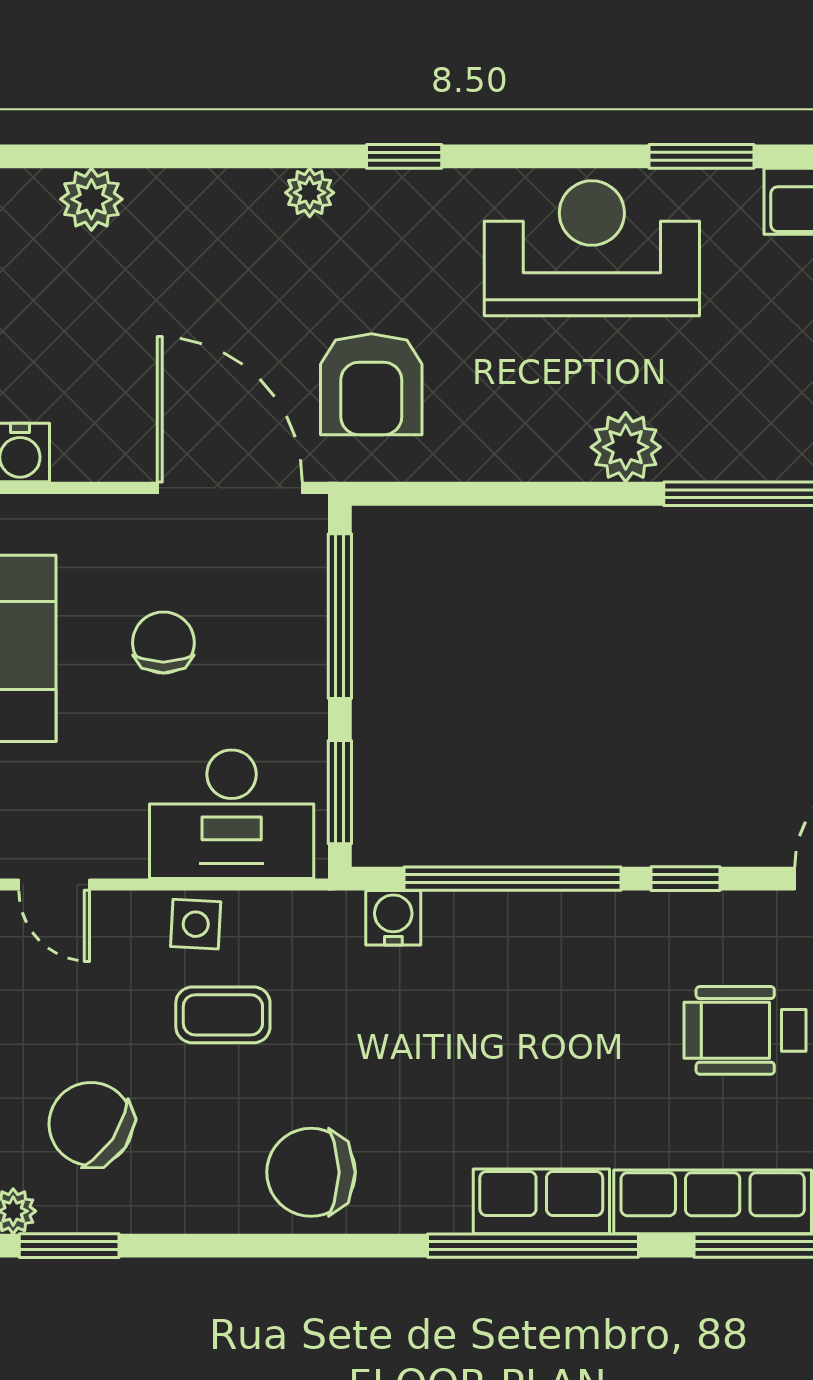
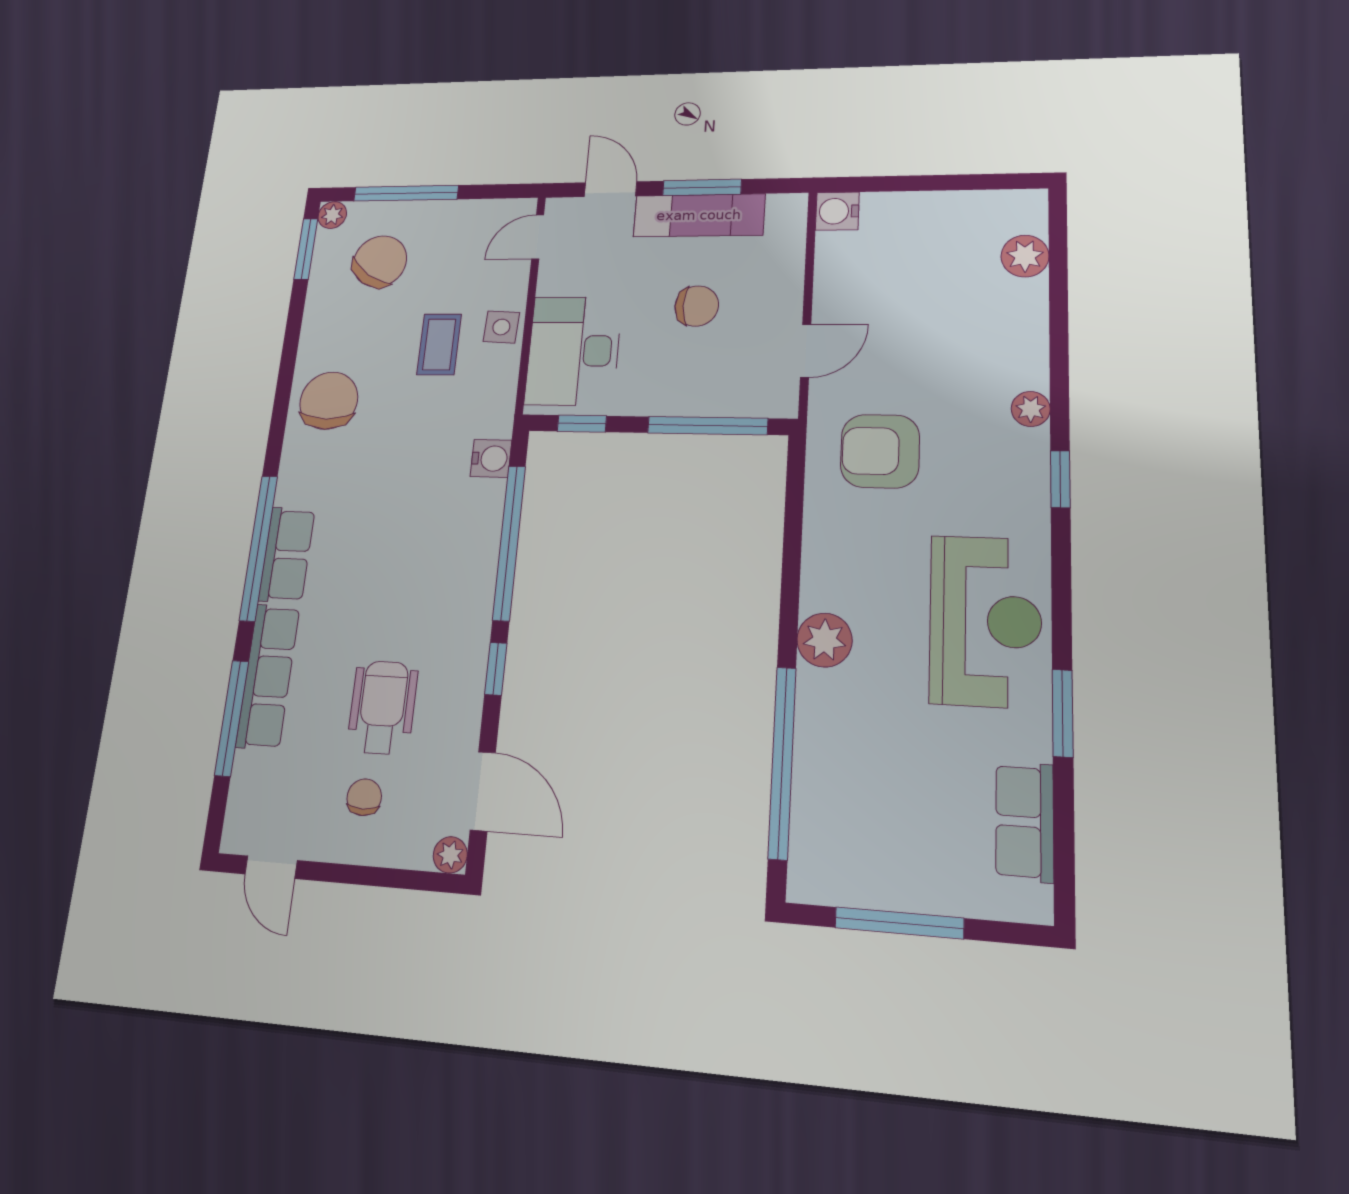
door: (230, 488) -> (806, 351), width x0.53
window: (340, 792) -> (582, 424), width x0.67

